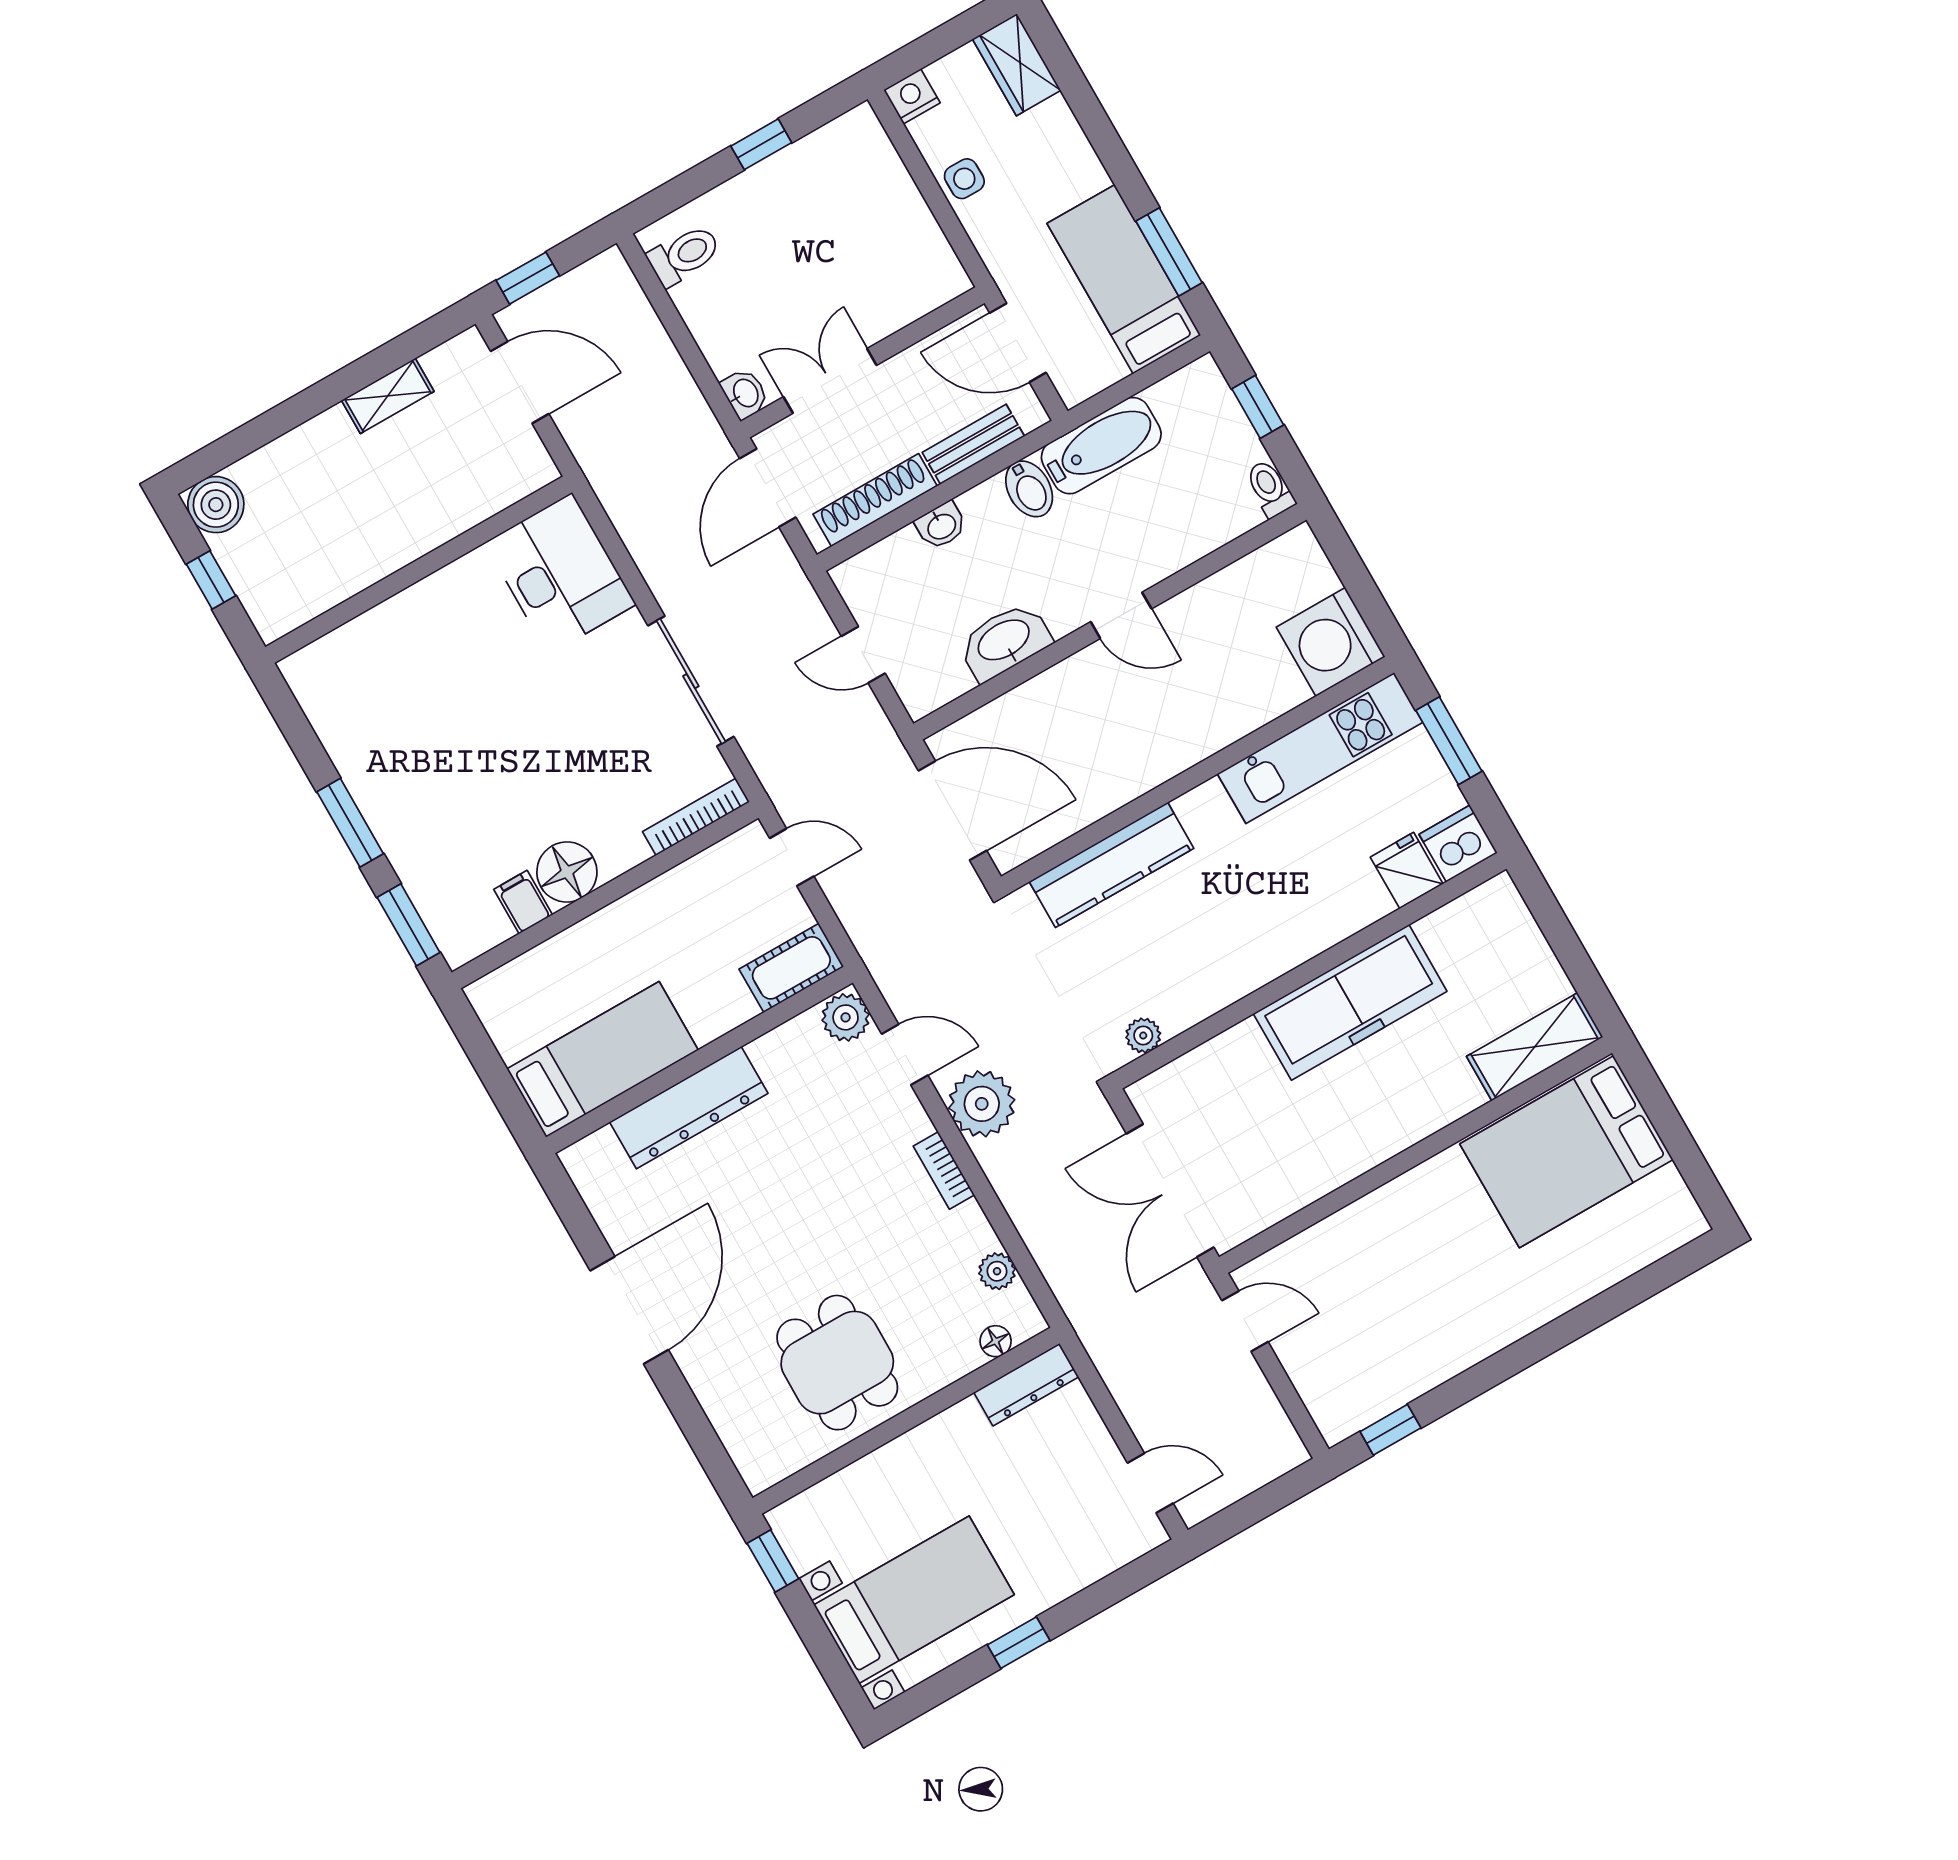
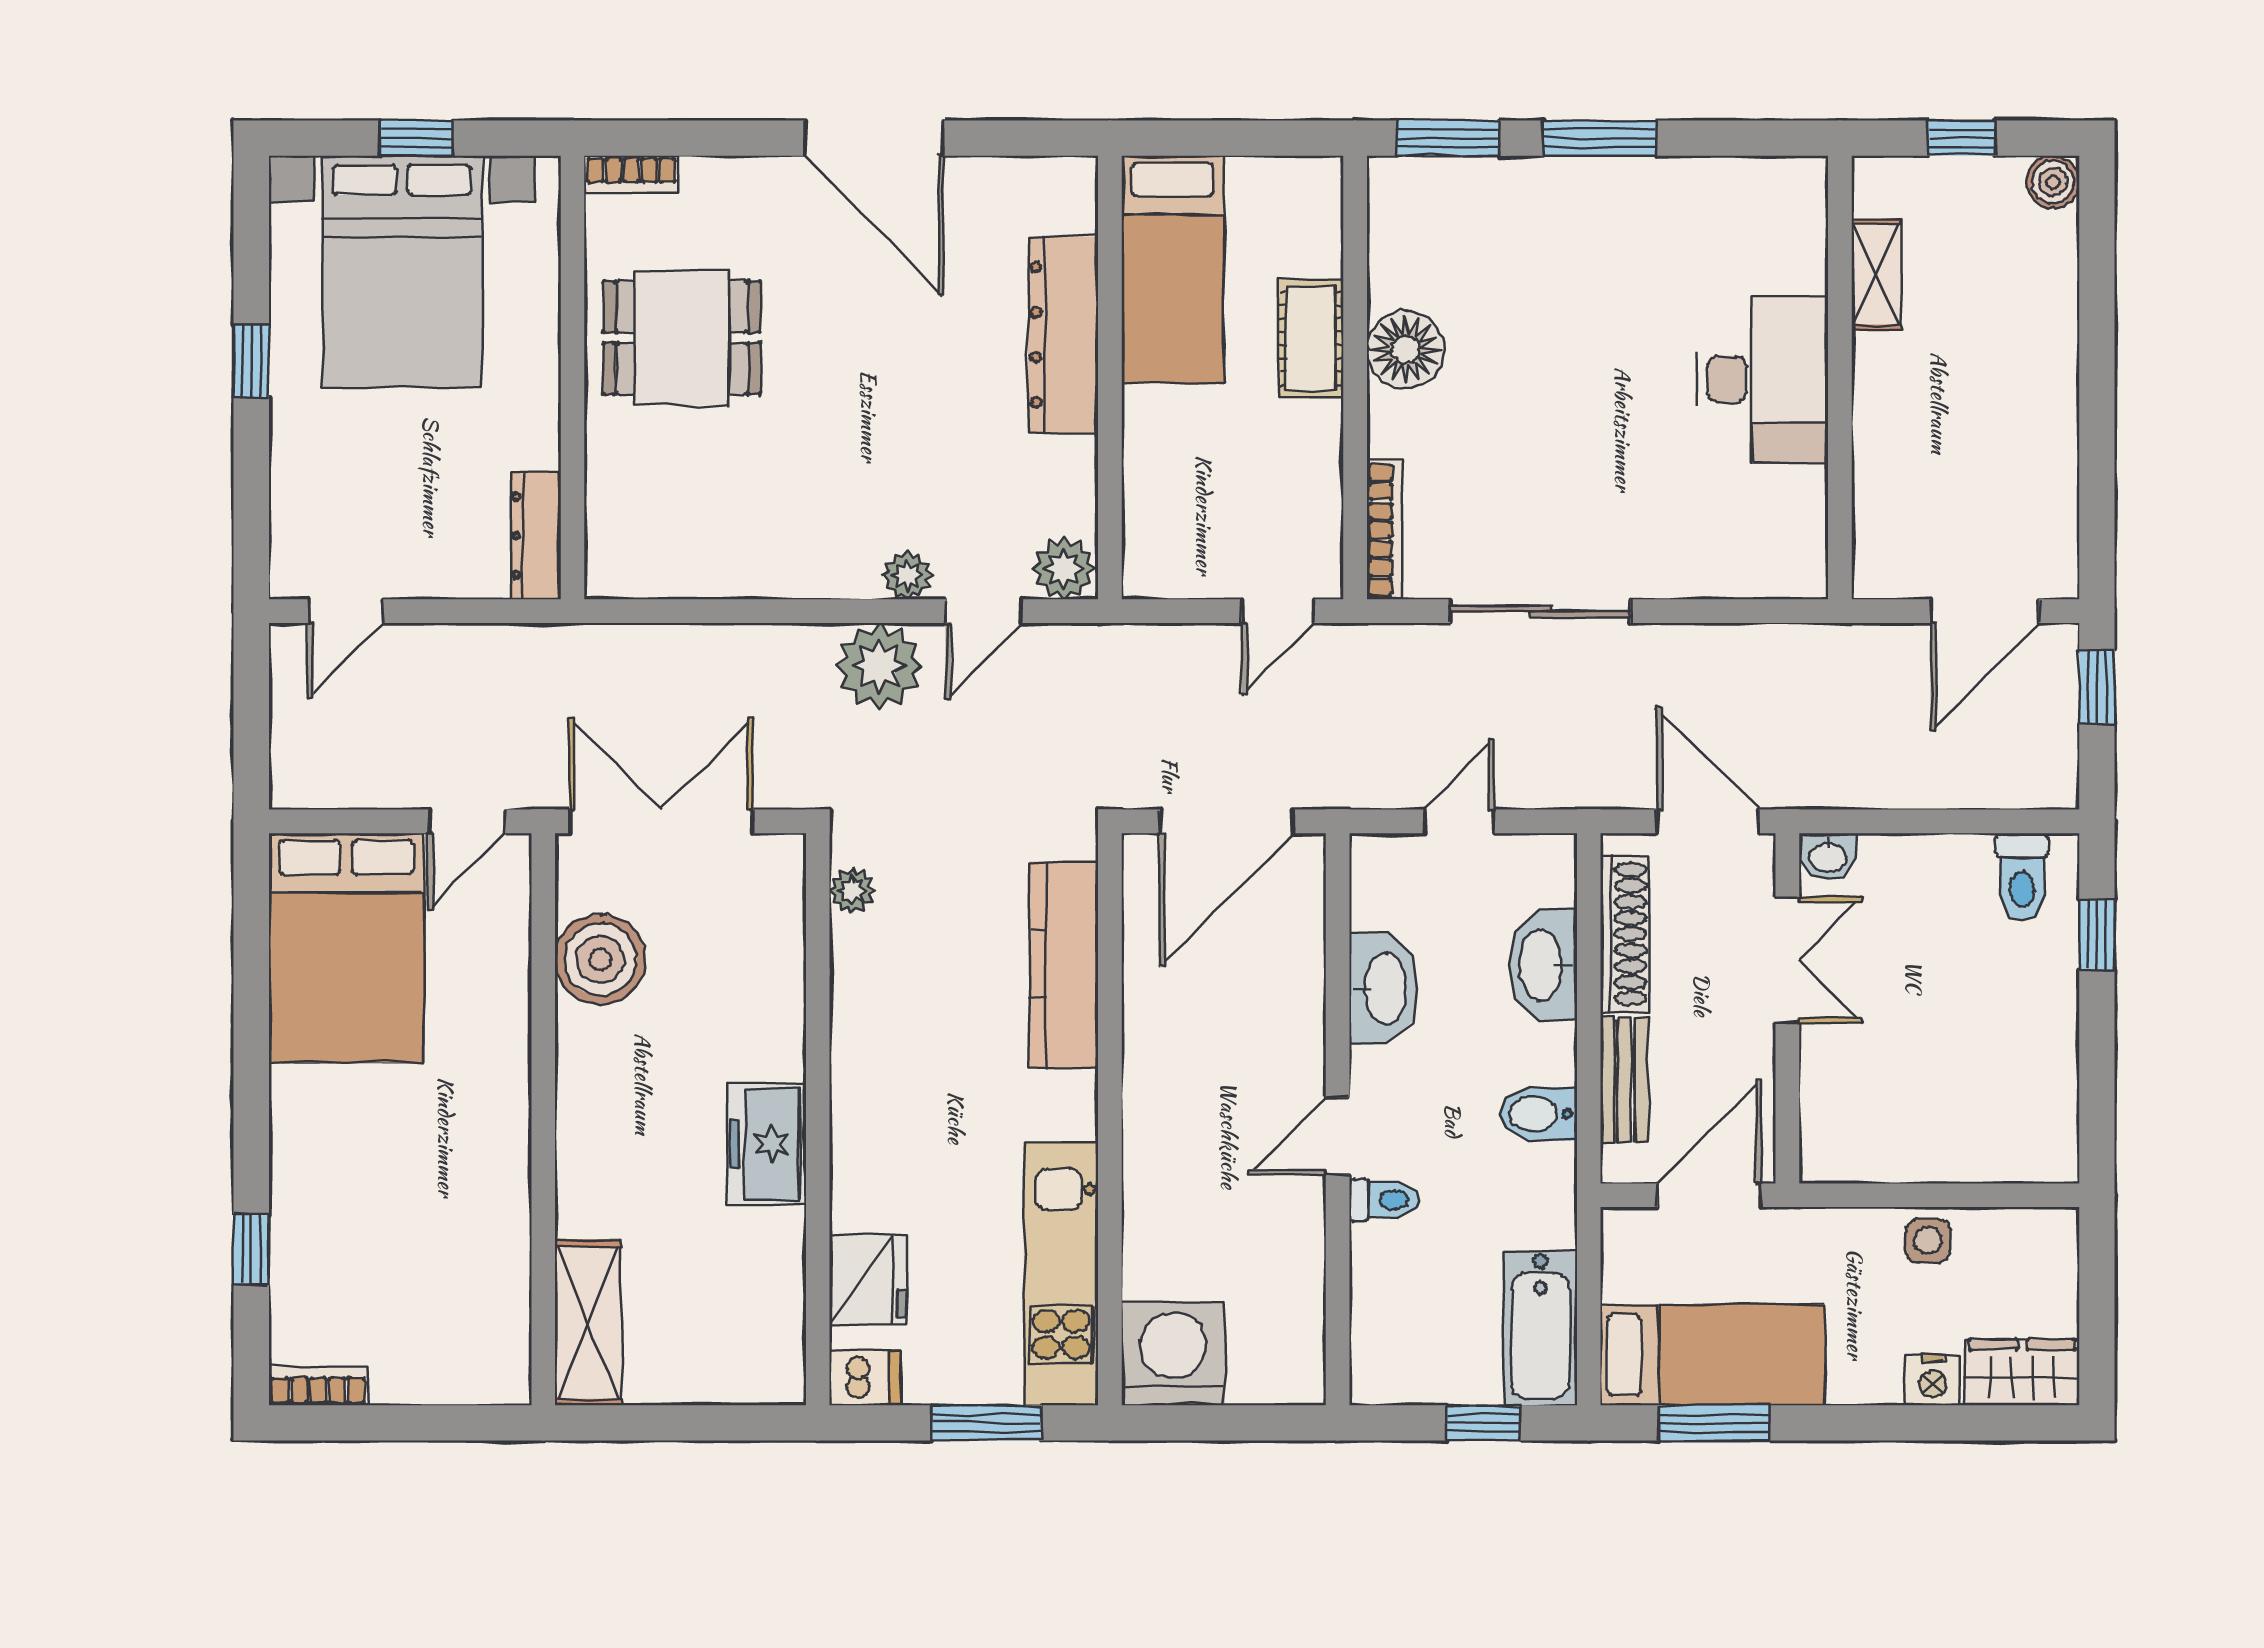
nightstand: (912, 96) -> (1933, 1380), moved, turned 90
window: (761, 144) -> (2097, 935), moved
shelving: (388, 396) -> (1876, 274), moved
bathtub: (1101, 446) -> (1541, 1328), moved
toilet: (1270, 489) -> (1384, 1200), moved
boiler: (216, 505) -> (2053, 182), width x0.73, depth x0.73
washbasin: (941, 526) -> (1543, 965), width x1.91, depth x1.45
desk: (560, 574) -> (1763, 379), moved, turned -90
dishwasher: (1458, 844) -> (865, 1378), width x0.73
fridge: (1407, 870) -> (868, 1280), width x1.38
filing cabinet: (523, 902) -> (1400, 281), removed
cot: (791, 968) -> (1311, 339), moved
freezer: (1350, 1002) -> (767, 1144), width x0.52, depth x0.79
bed: (1566, 1152) -> (346, 948), moved, turned 180
bookcase: (944, 1170) -> (631, 174), moved, turned 180
boiler: (1286, 1178) -> (600, 959), added
bookcase: (1681, 1204) -> (318, 1386), added
plant: (997, 1271) -> (907, 575), moved
floor lamp: (996, 1341) -> (604, 529), removed
window: (1390, 1430) -> (251, 1250), moved
window: (773, 1561) -> (416, 138), moved
bed with nightstands: (914, 1600) -> (402, 271), width x1.36

